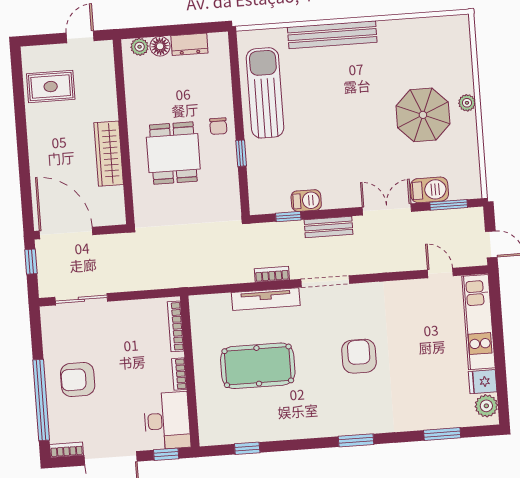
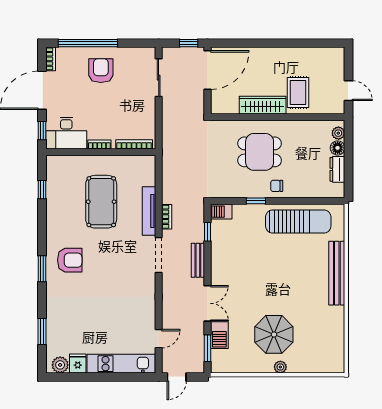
rug: (51, 87) -> (298, 92), moved
barbecue: (306, 201) -> (221, 212), moved, turned 90
armchair: (359, 356) -> (70, 260), moved

